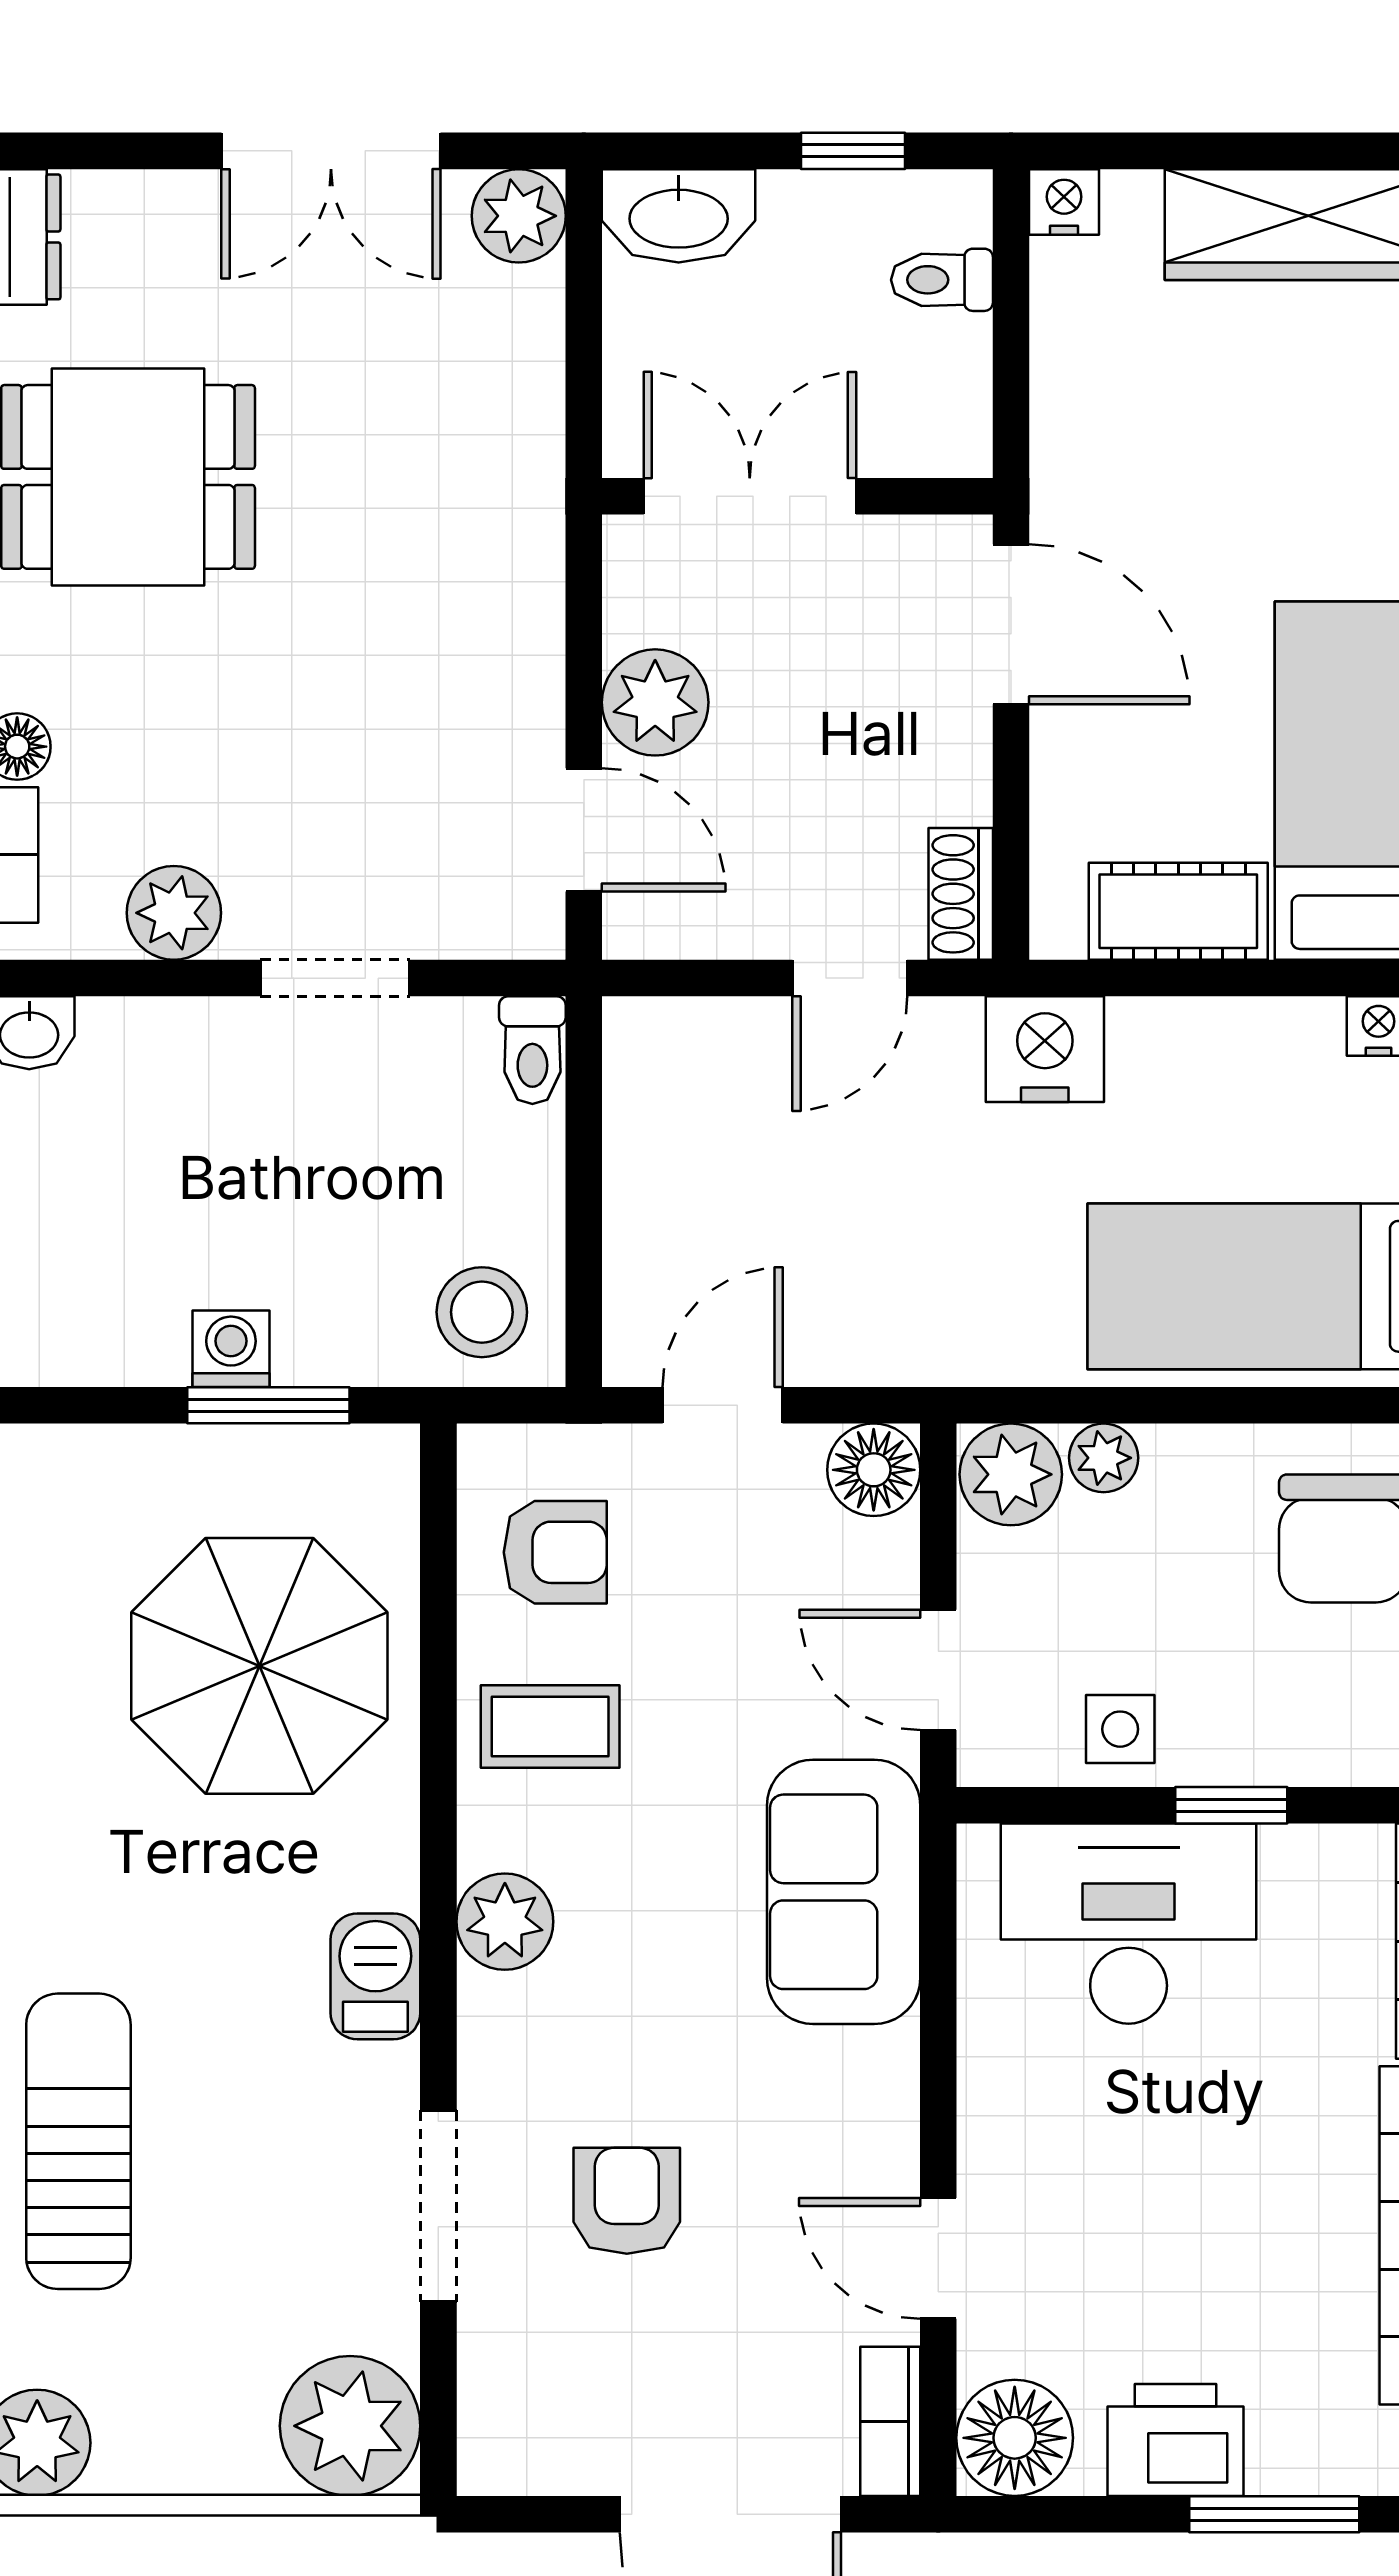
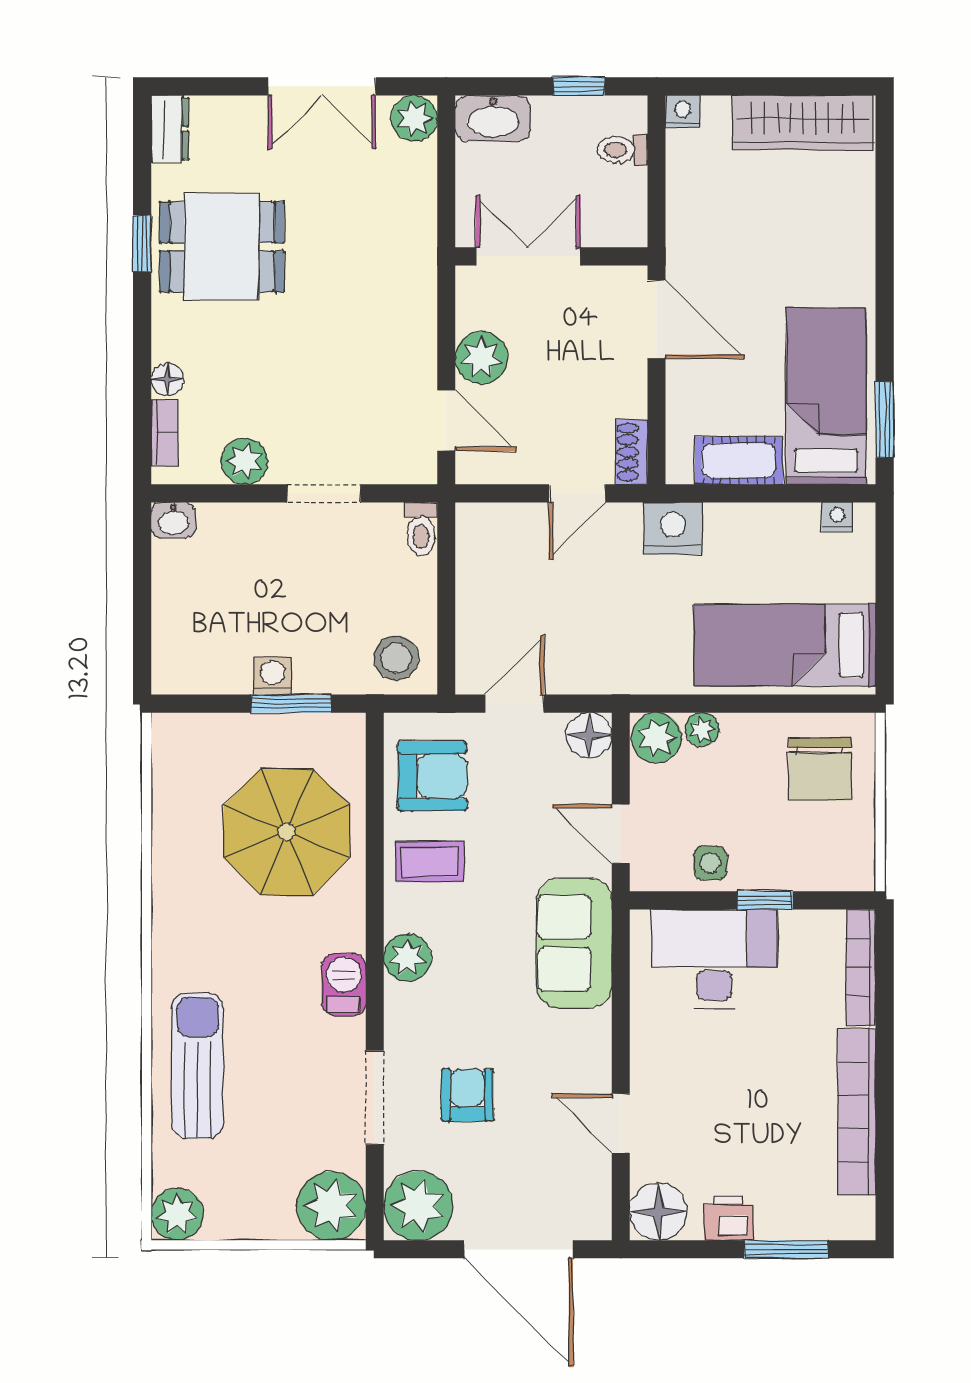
armchair: (555, 1552) -> (432, 776), width x1.38, depth x1.38
bookcase: (890, 2421) -> (597, 1204), removed
plant: (527, 2426) -> (418, 1206), added
printer: (1176, 2440) -> (729, 1218), width x0.73, depth x0.81

